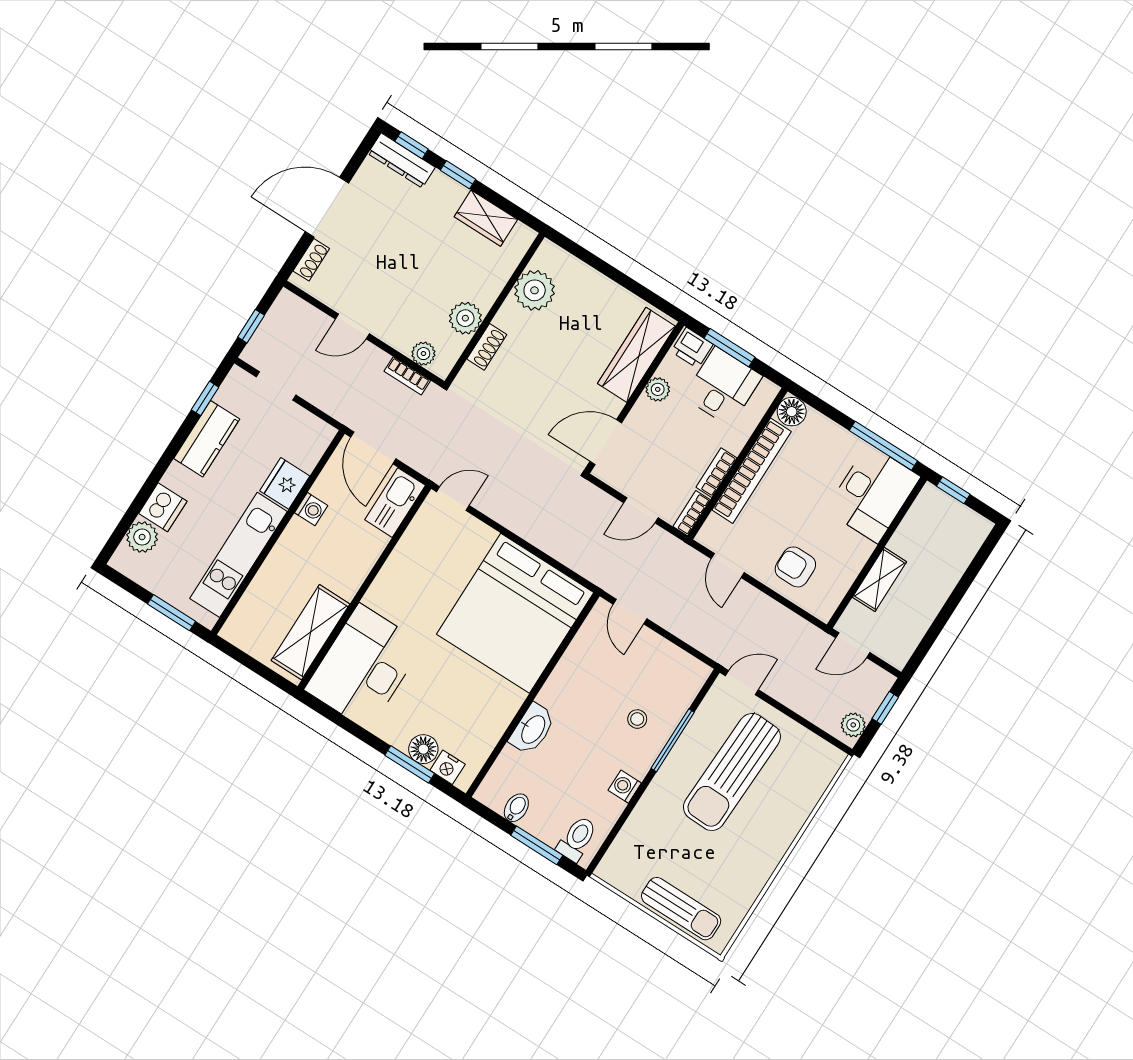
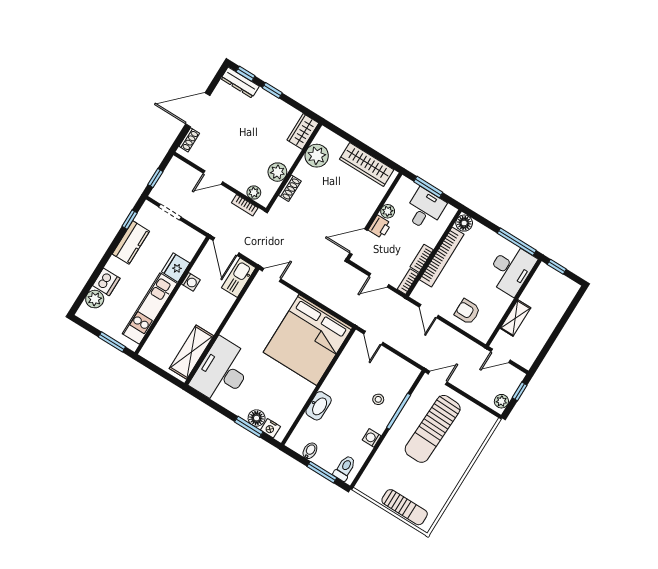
wardrobe: (486, 218) -> (303, 131), moved, turned 90
printer: (692, 348) -> (380, 227), moved, turned -90
wardrobe: (637, 355) -> (367, 164), moved, turned -90

